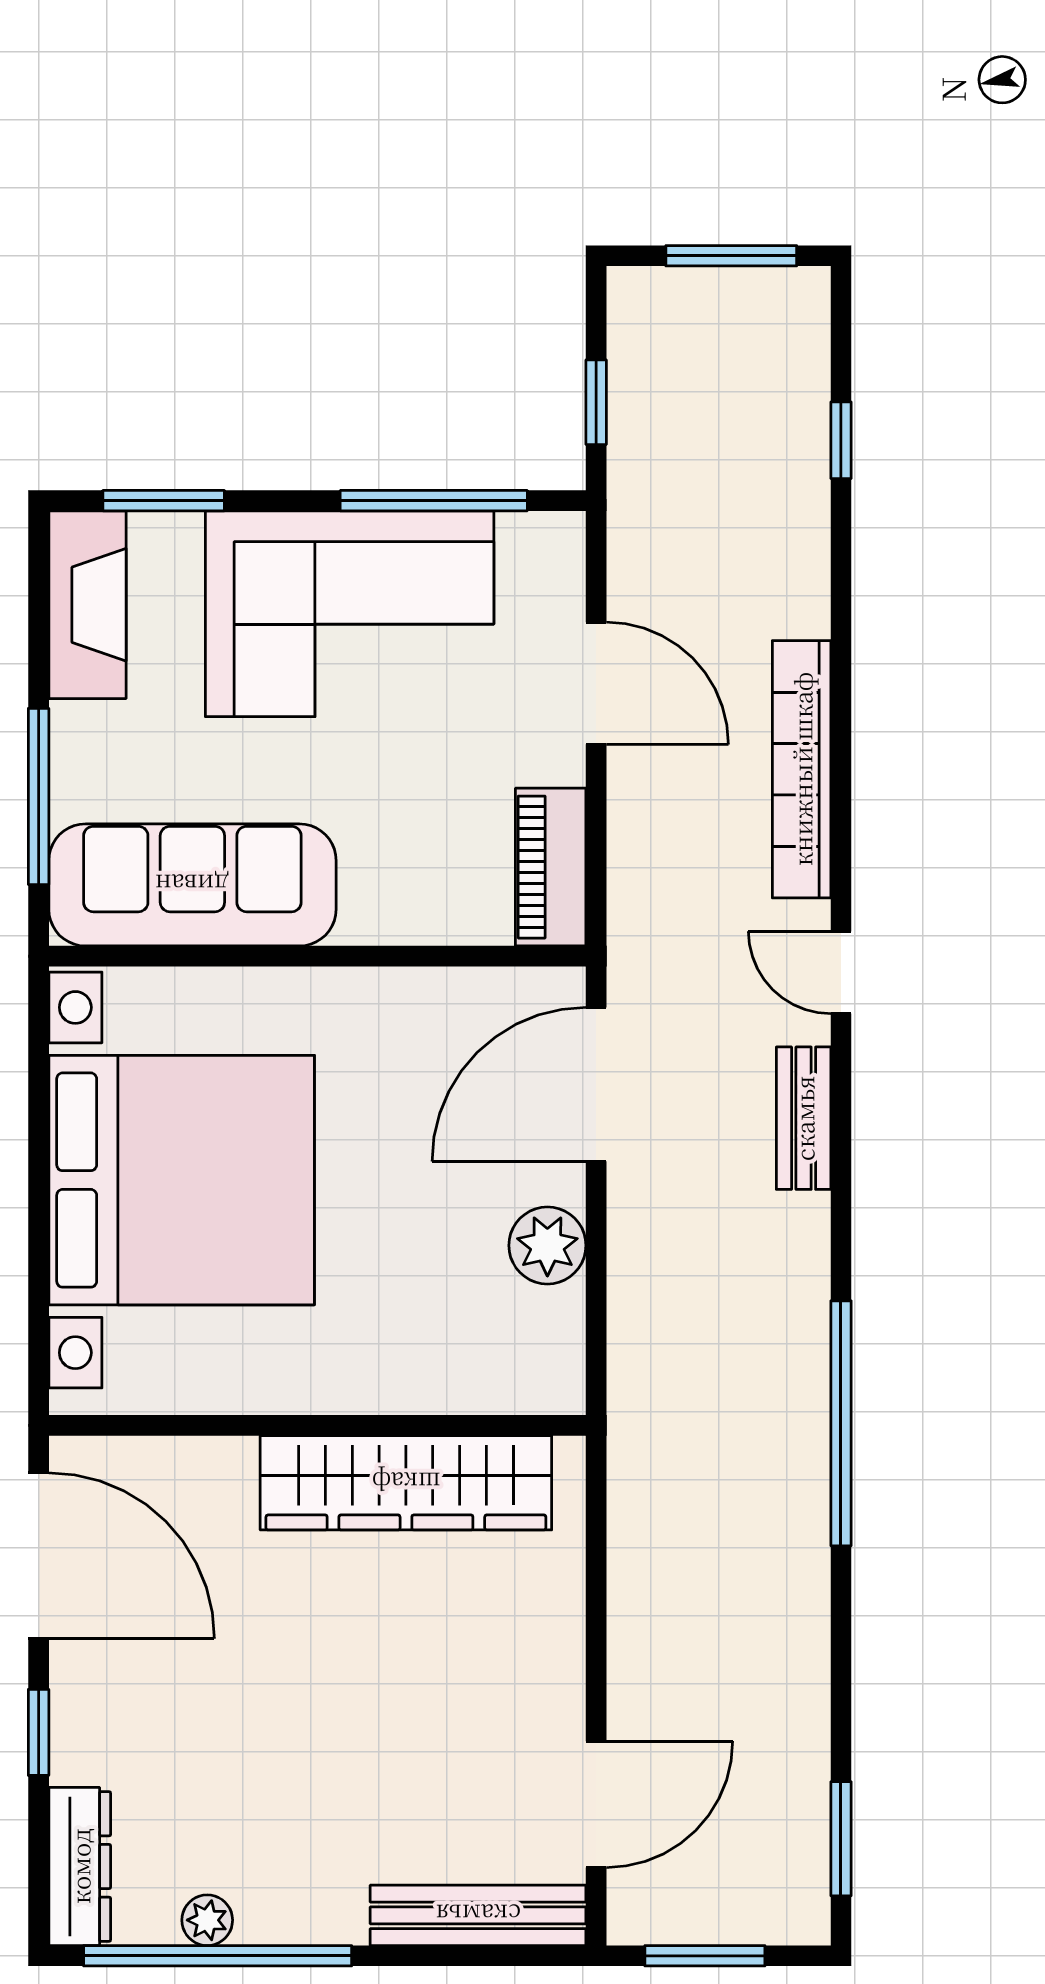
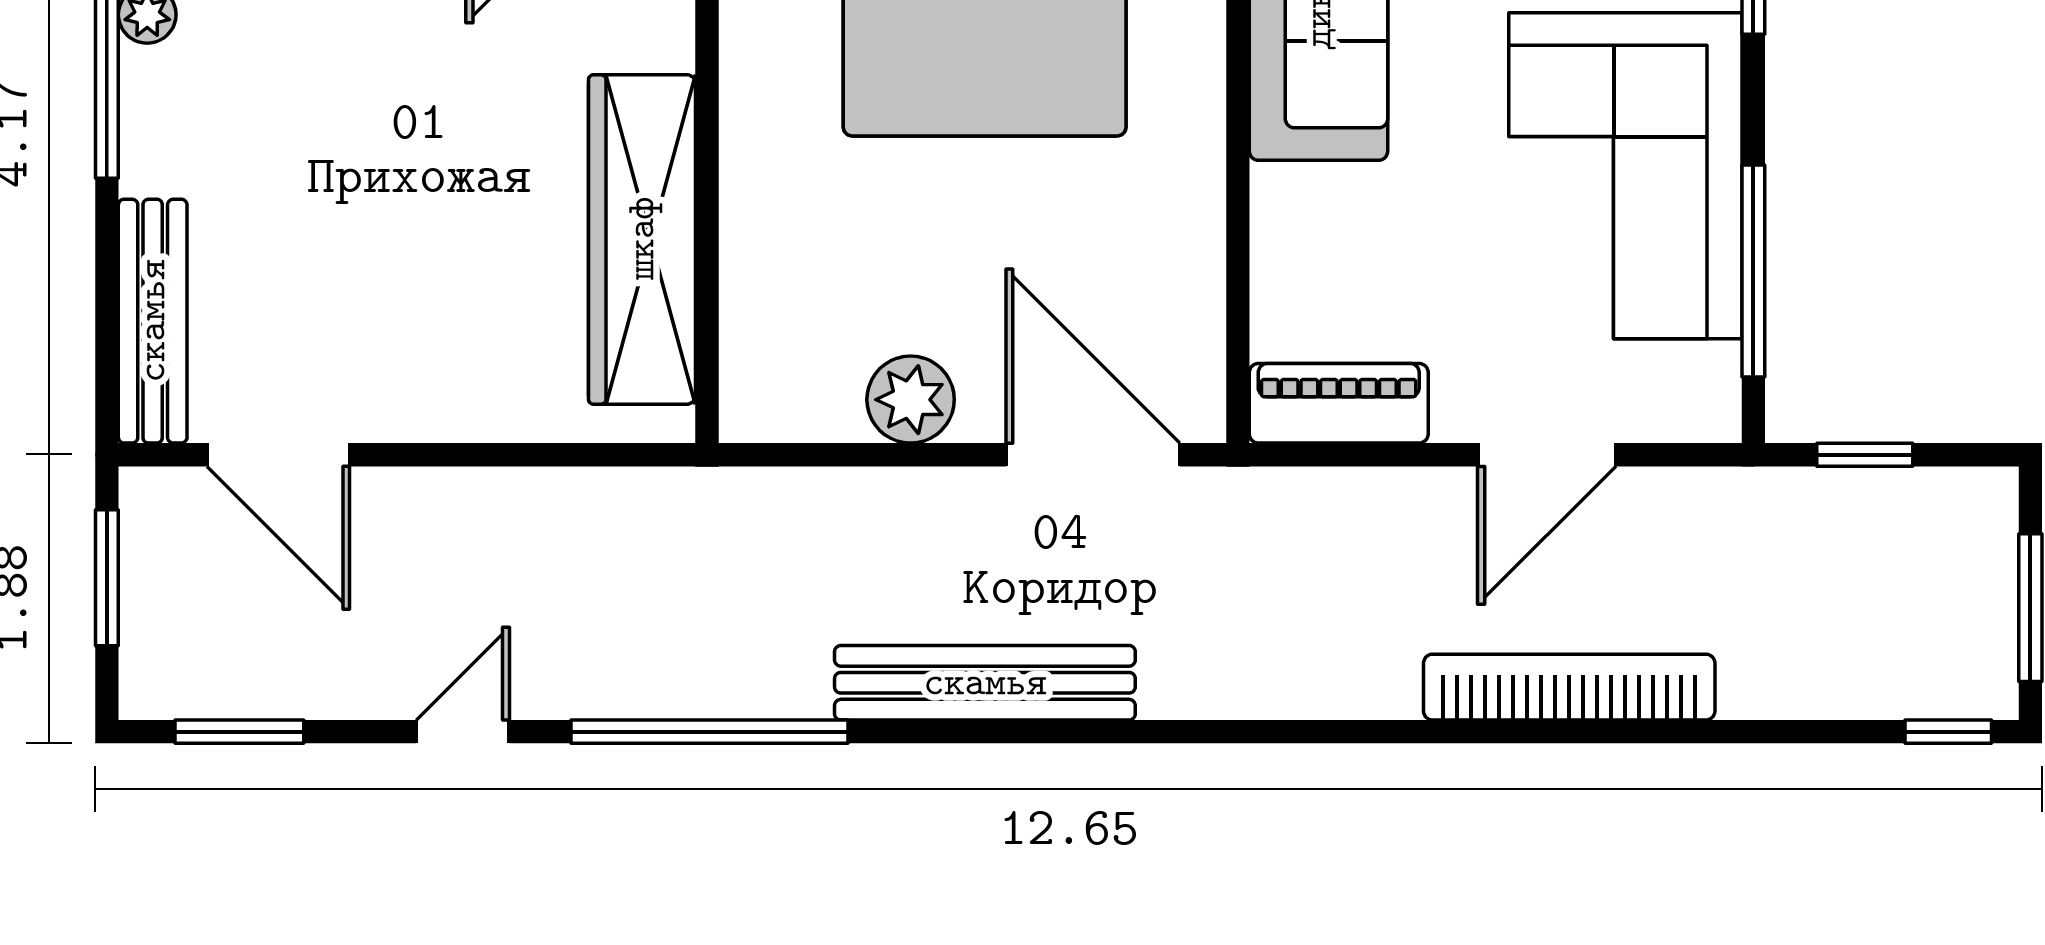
window: (841, 440) -> (1948, 732), moved
bookcase: (802, 769) -> (1569, 687), moved
door: (841, 973) -> (463, 732), moved
bench: (804, 1118) -> (985, 683), width x1.86, depth x1.21

